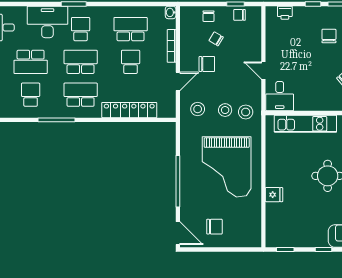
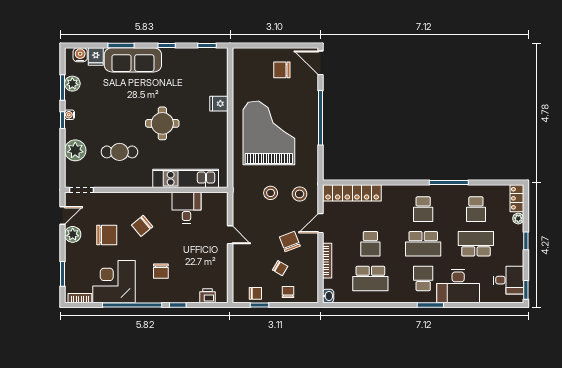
school desk: (81, 29) -> (423, 278), turned 180
chair: (207, 64) -> (290, 242), turned 69
school desk: (81, 95) -> (423, 209), width x0.54
desk: (280, 96) -> (186, 208), moved
locker: (129, 110) -> (352, 193), moved
stool: (246, 112) -> (249, 191), removed

